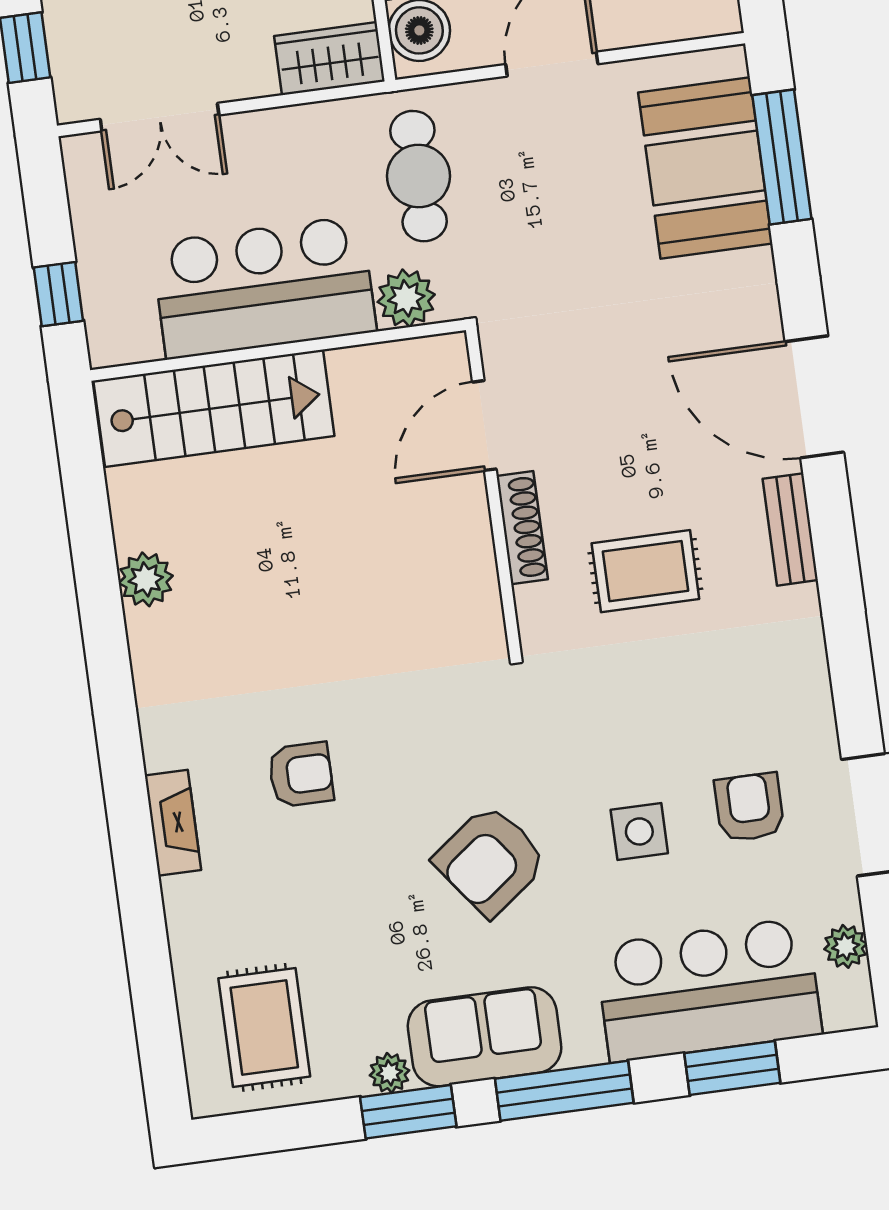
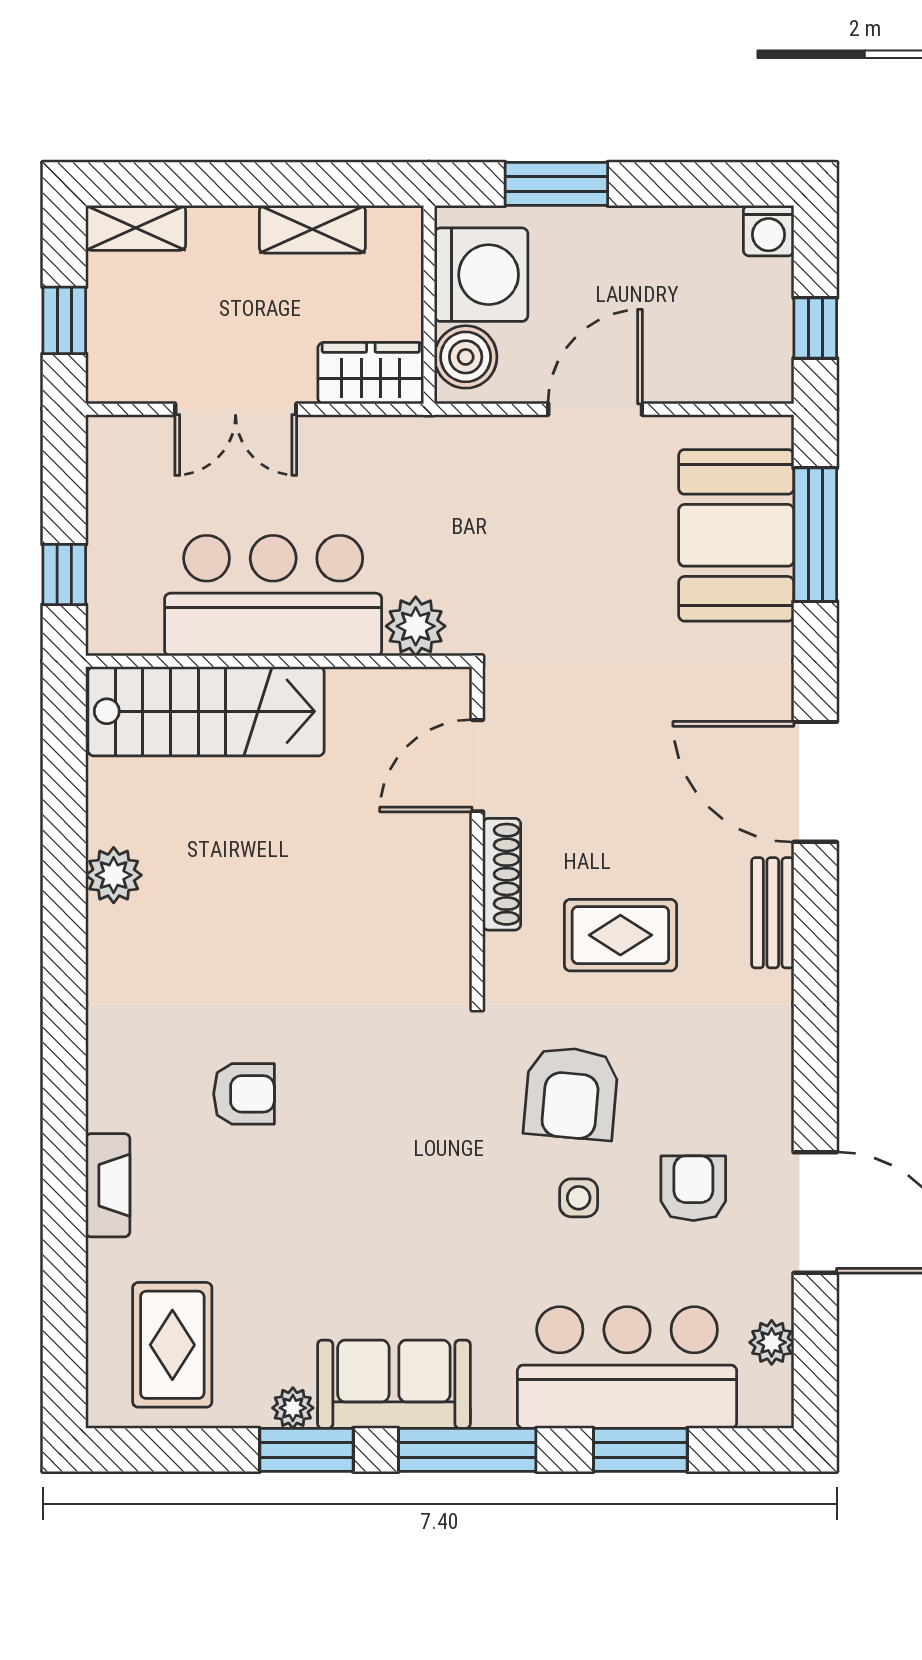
double door: (160, 117) -> (236, 409), moved
cafe table: (419, 176) -> (445, 504), removed
fireplace: (173, 823) -> (108, 1185), moved
side table: (639, 831) -> (579, 1198), width x0.73, depth x0.73
armchair: (490, 860) -> (571, 1093), moved, turned -48

